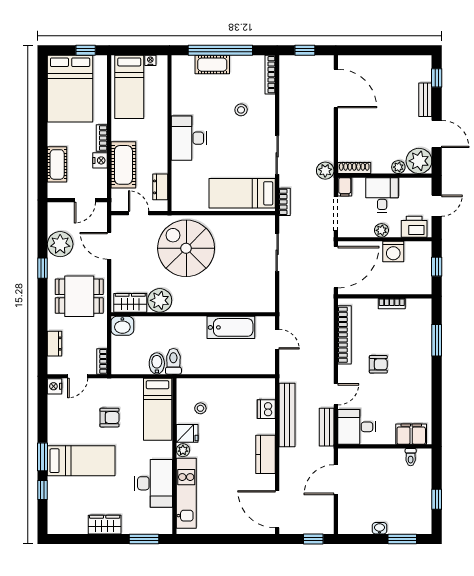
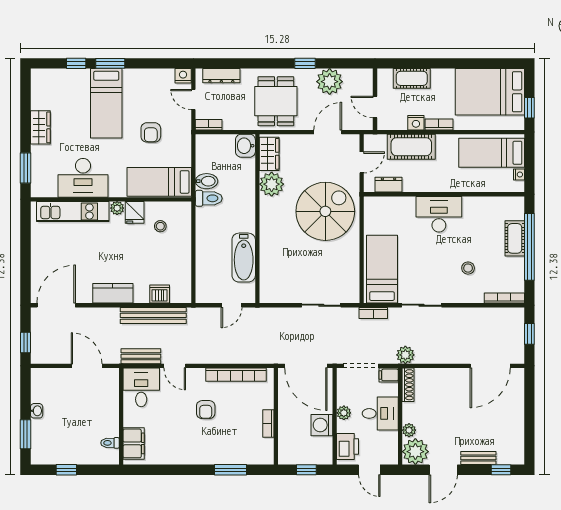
dresser: (55, 344) -> (221, 76), width x1.44

